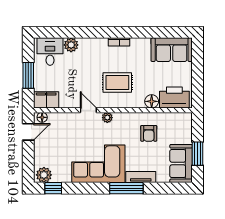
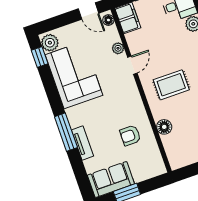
rug: (117, 82) -> (171, 85), turned 90
printer: (174, 98) -> (176, 149), removed
plant: (107, 118) -> (118, 48), moved
corner sofa: (98, 164) -> (74, 75), moved

